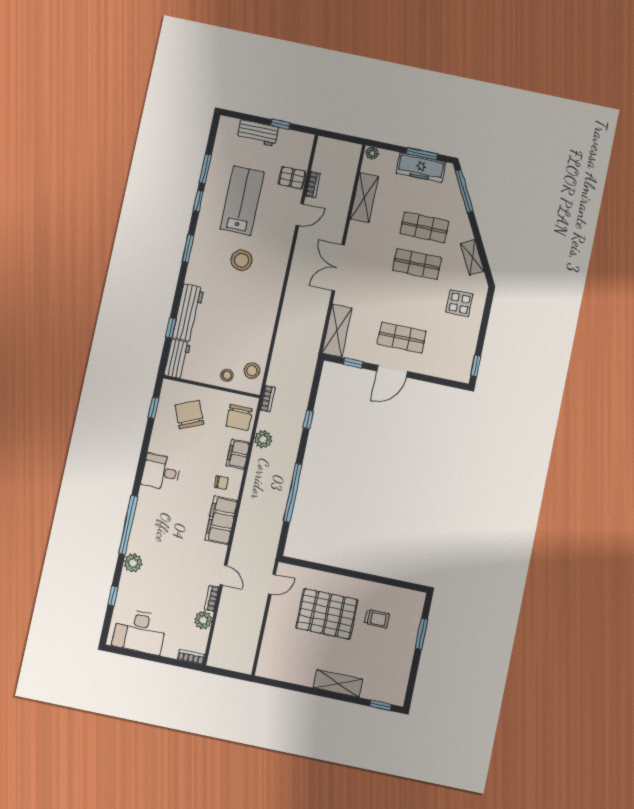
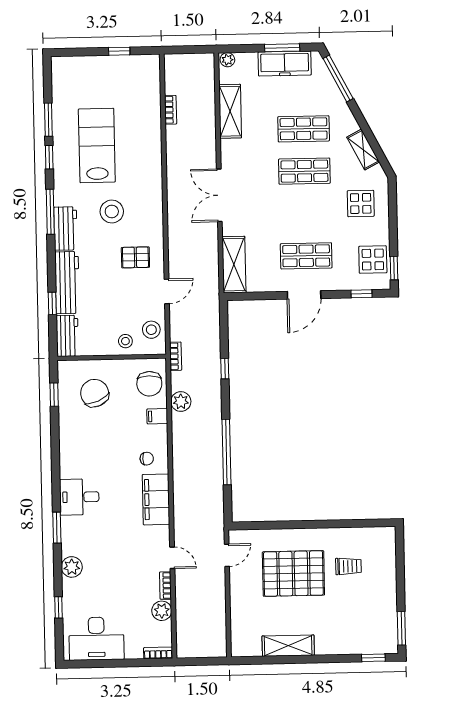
workbench: (258, 133) -> (65, 228), moved, turned -90
pallet: (292, 178) -> (135, 257), moved
door: (300, 215) -> (167, 291), moved
window: (188, 248) -> (50, 212), width x1.44
display table: (459, 354) -> (373, 260), added
window: (353, 363) -> (361, 294), moved
filing cabinet: (238, 454) -> (157, 416), width x0.50
desk: (161, 472) -> (79, 497), moved
window: (128, 525) -> (57, 528), width x0.47
window: (421, 634) -> (401, 628), moved
shelving: (338, 683) -> (288, 646), moved

